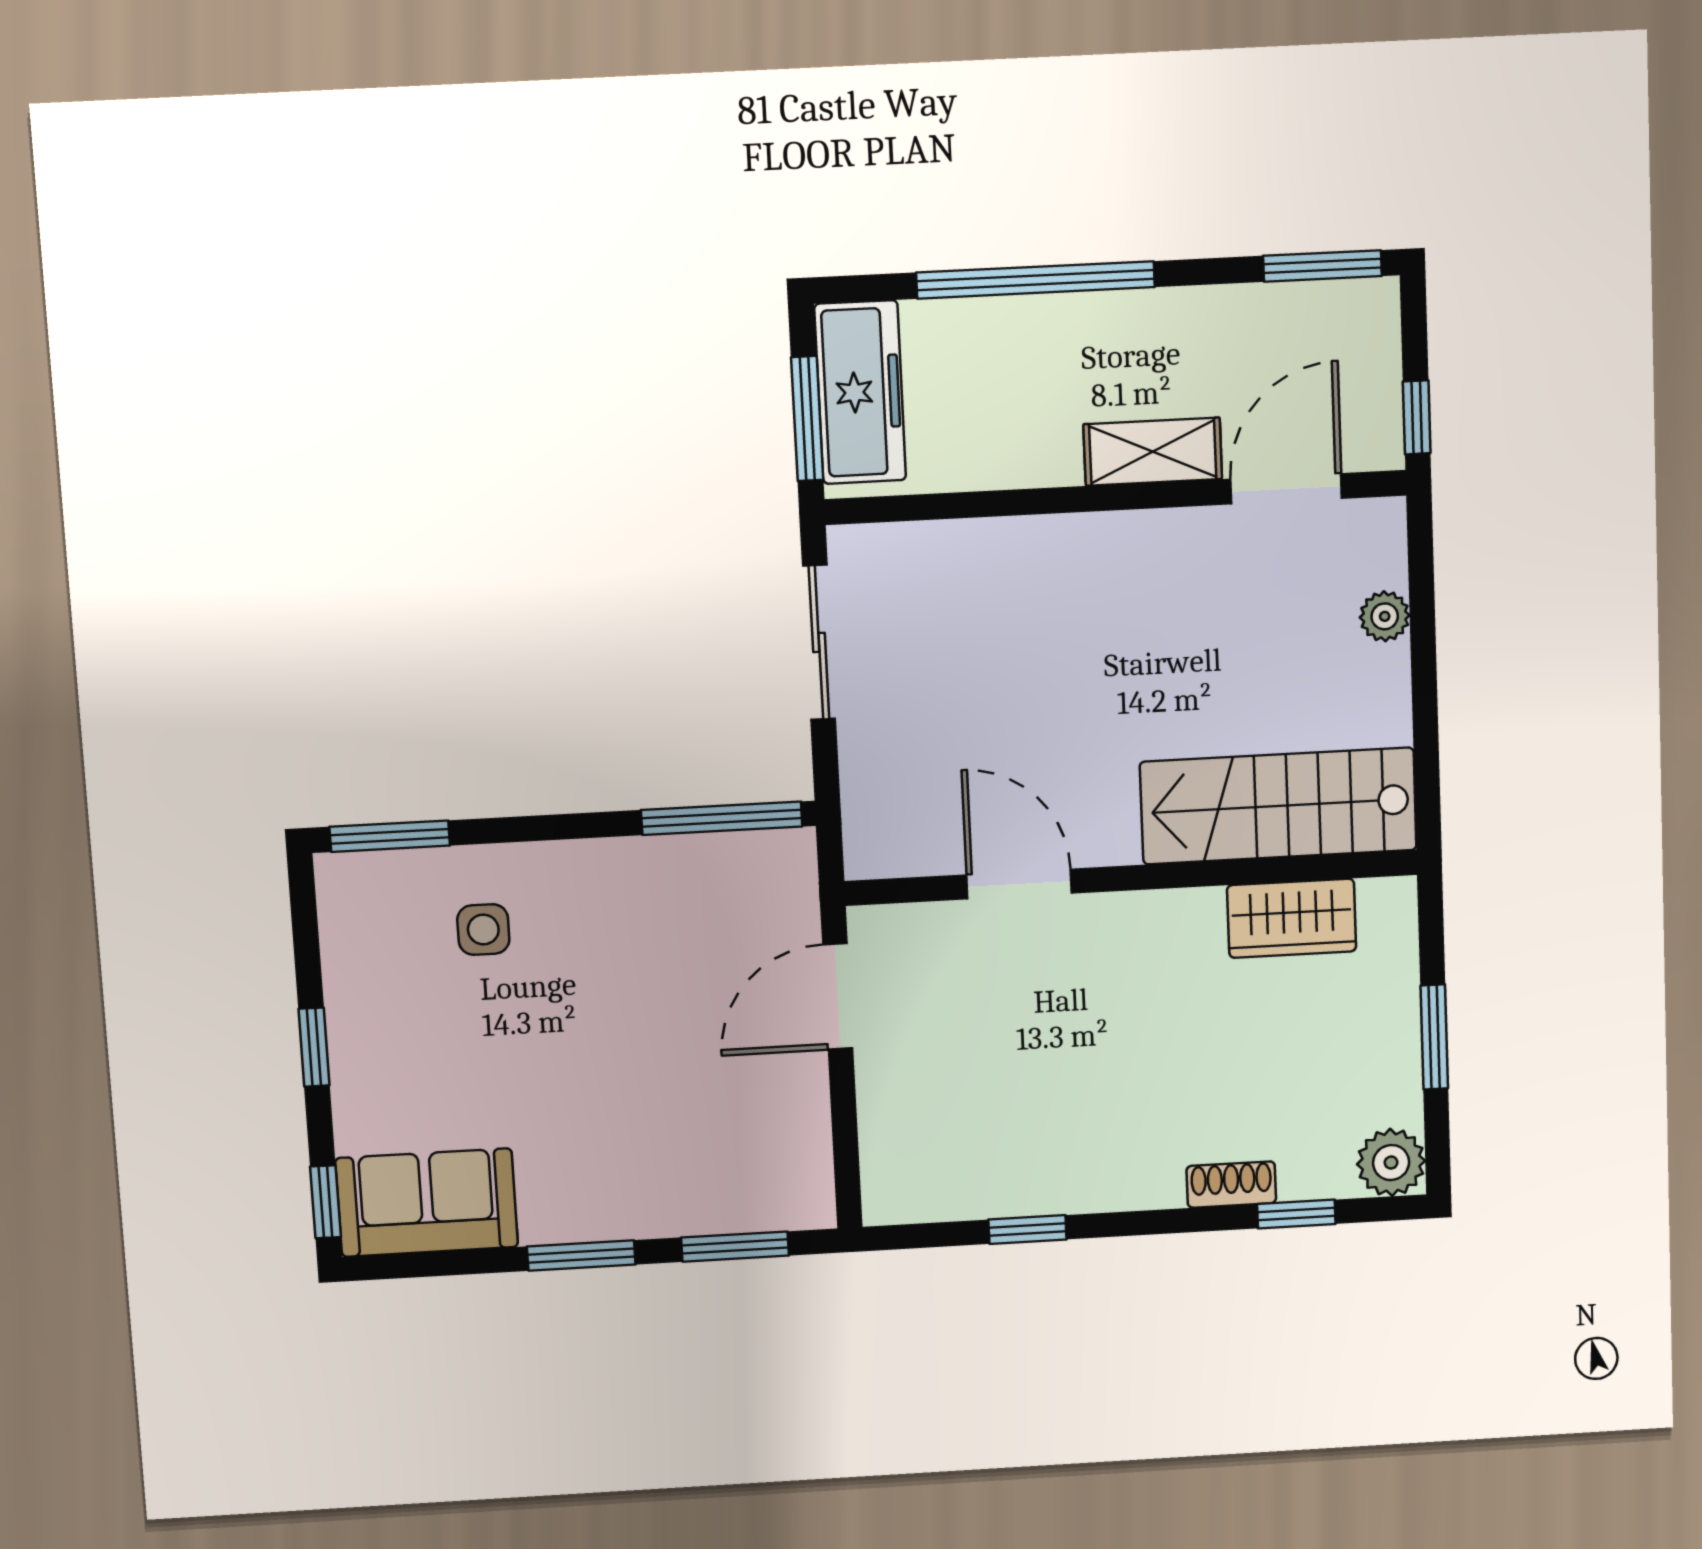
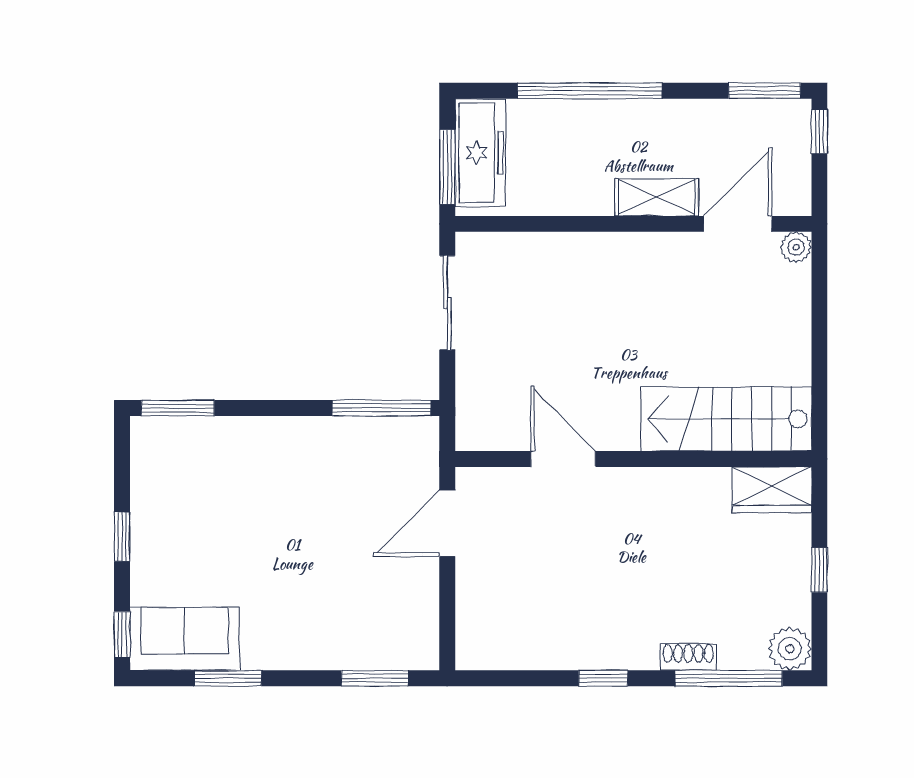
window: (1417, 417) -> (819, 131), moved
plant: (1385, 616) -> (796, 247), moved
wardrobe: (1292, 918) -> (772, 490), moved
side table: (483, 930) -> (231, 469), removed
window: (1434, 1037) -> (819, 570), width x0.67
window: (1296, 1214) -> (729, 678), width x2.17
window: (1027, 1230) -> (603, 678), moved
window: (581, 1255) -> (228, 678), moved

